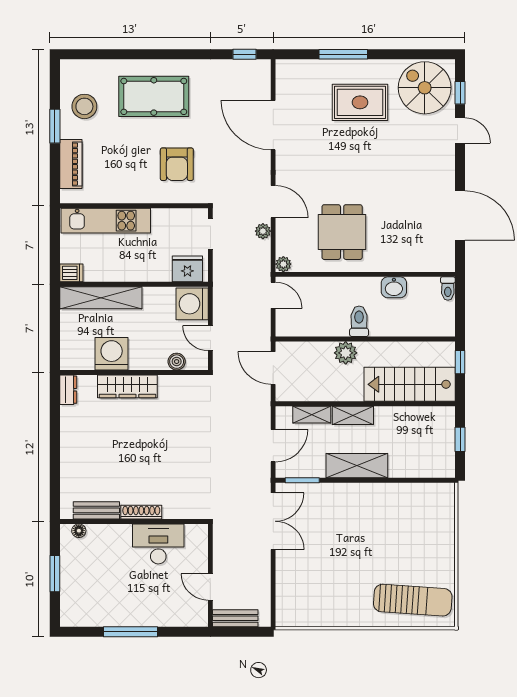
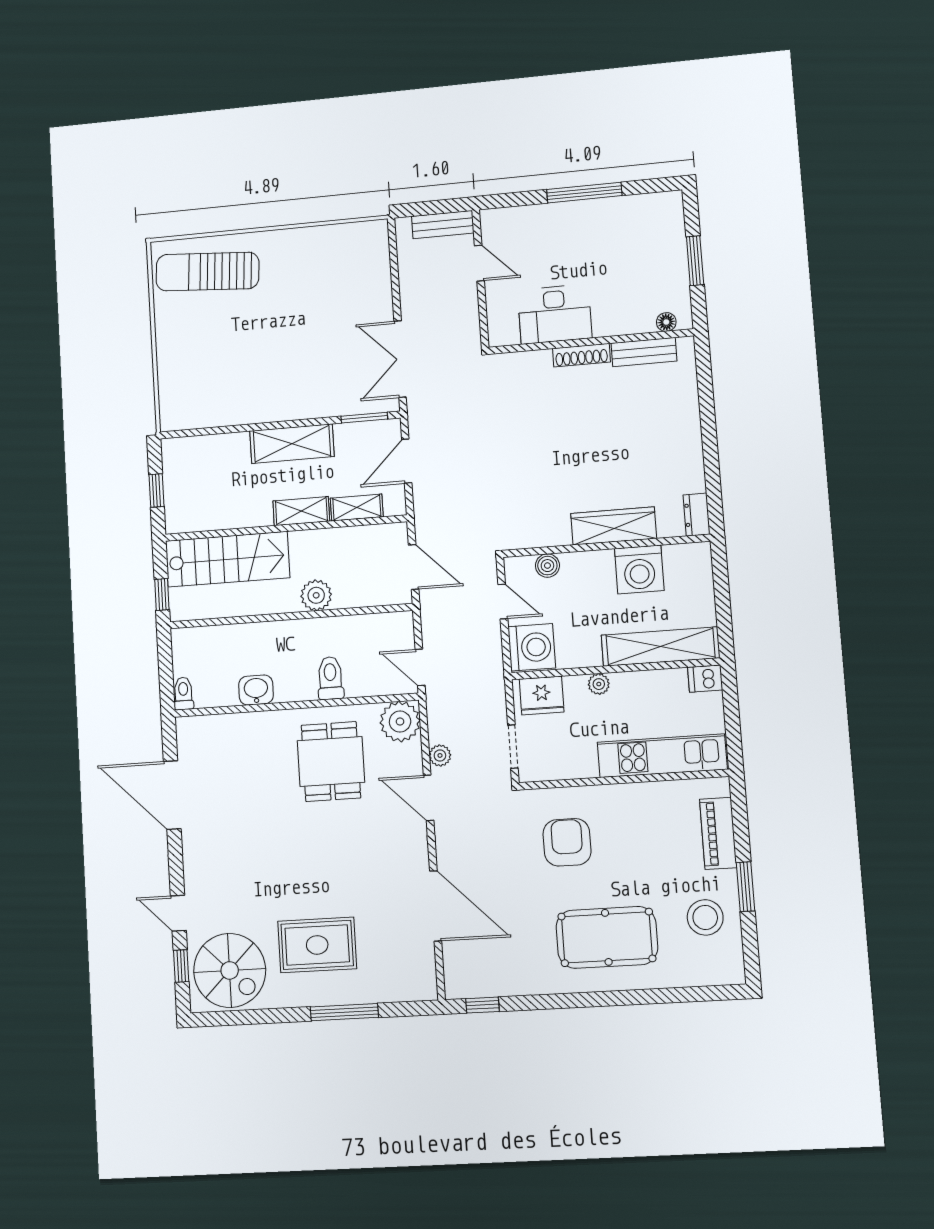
plant: (283, 264) -> (400, 722), width x1.88, depth x1.88
plant: (146, 274) -> (599, 684), added
toilet: (359, 321) -> (330, 678), moved, turned 180

